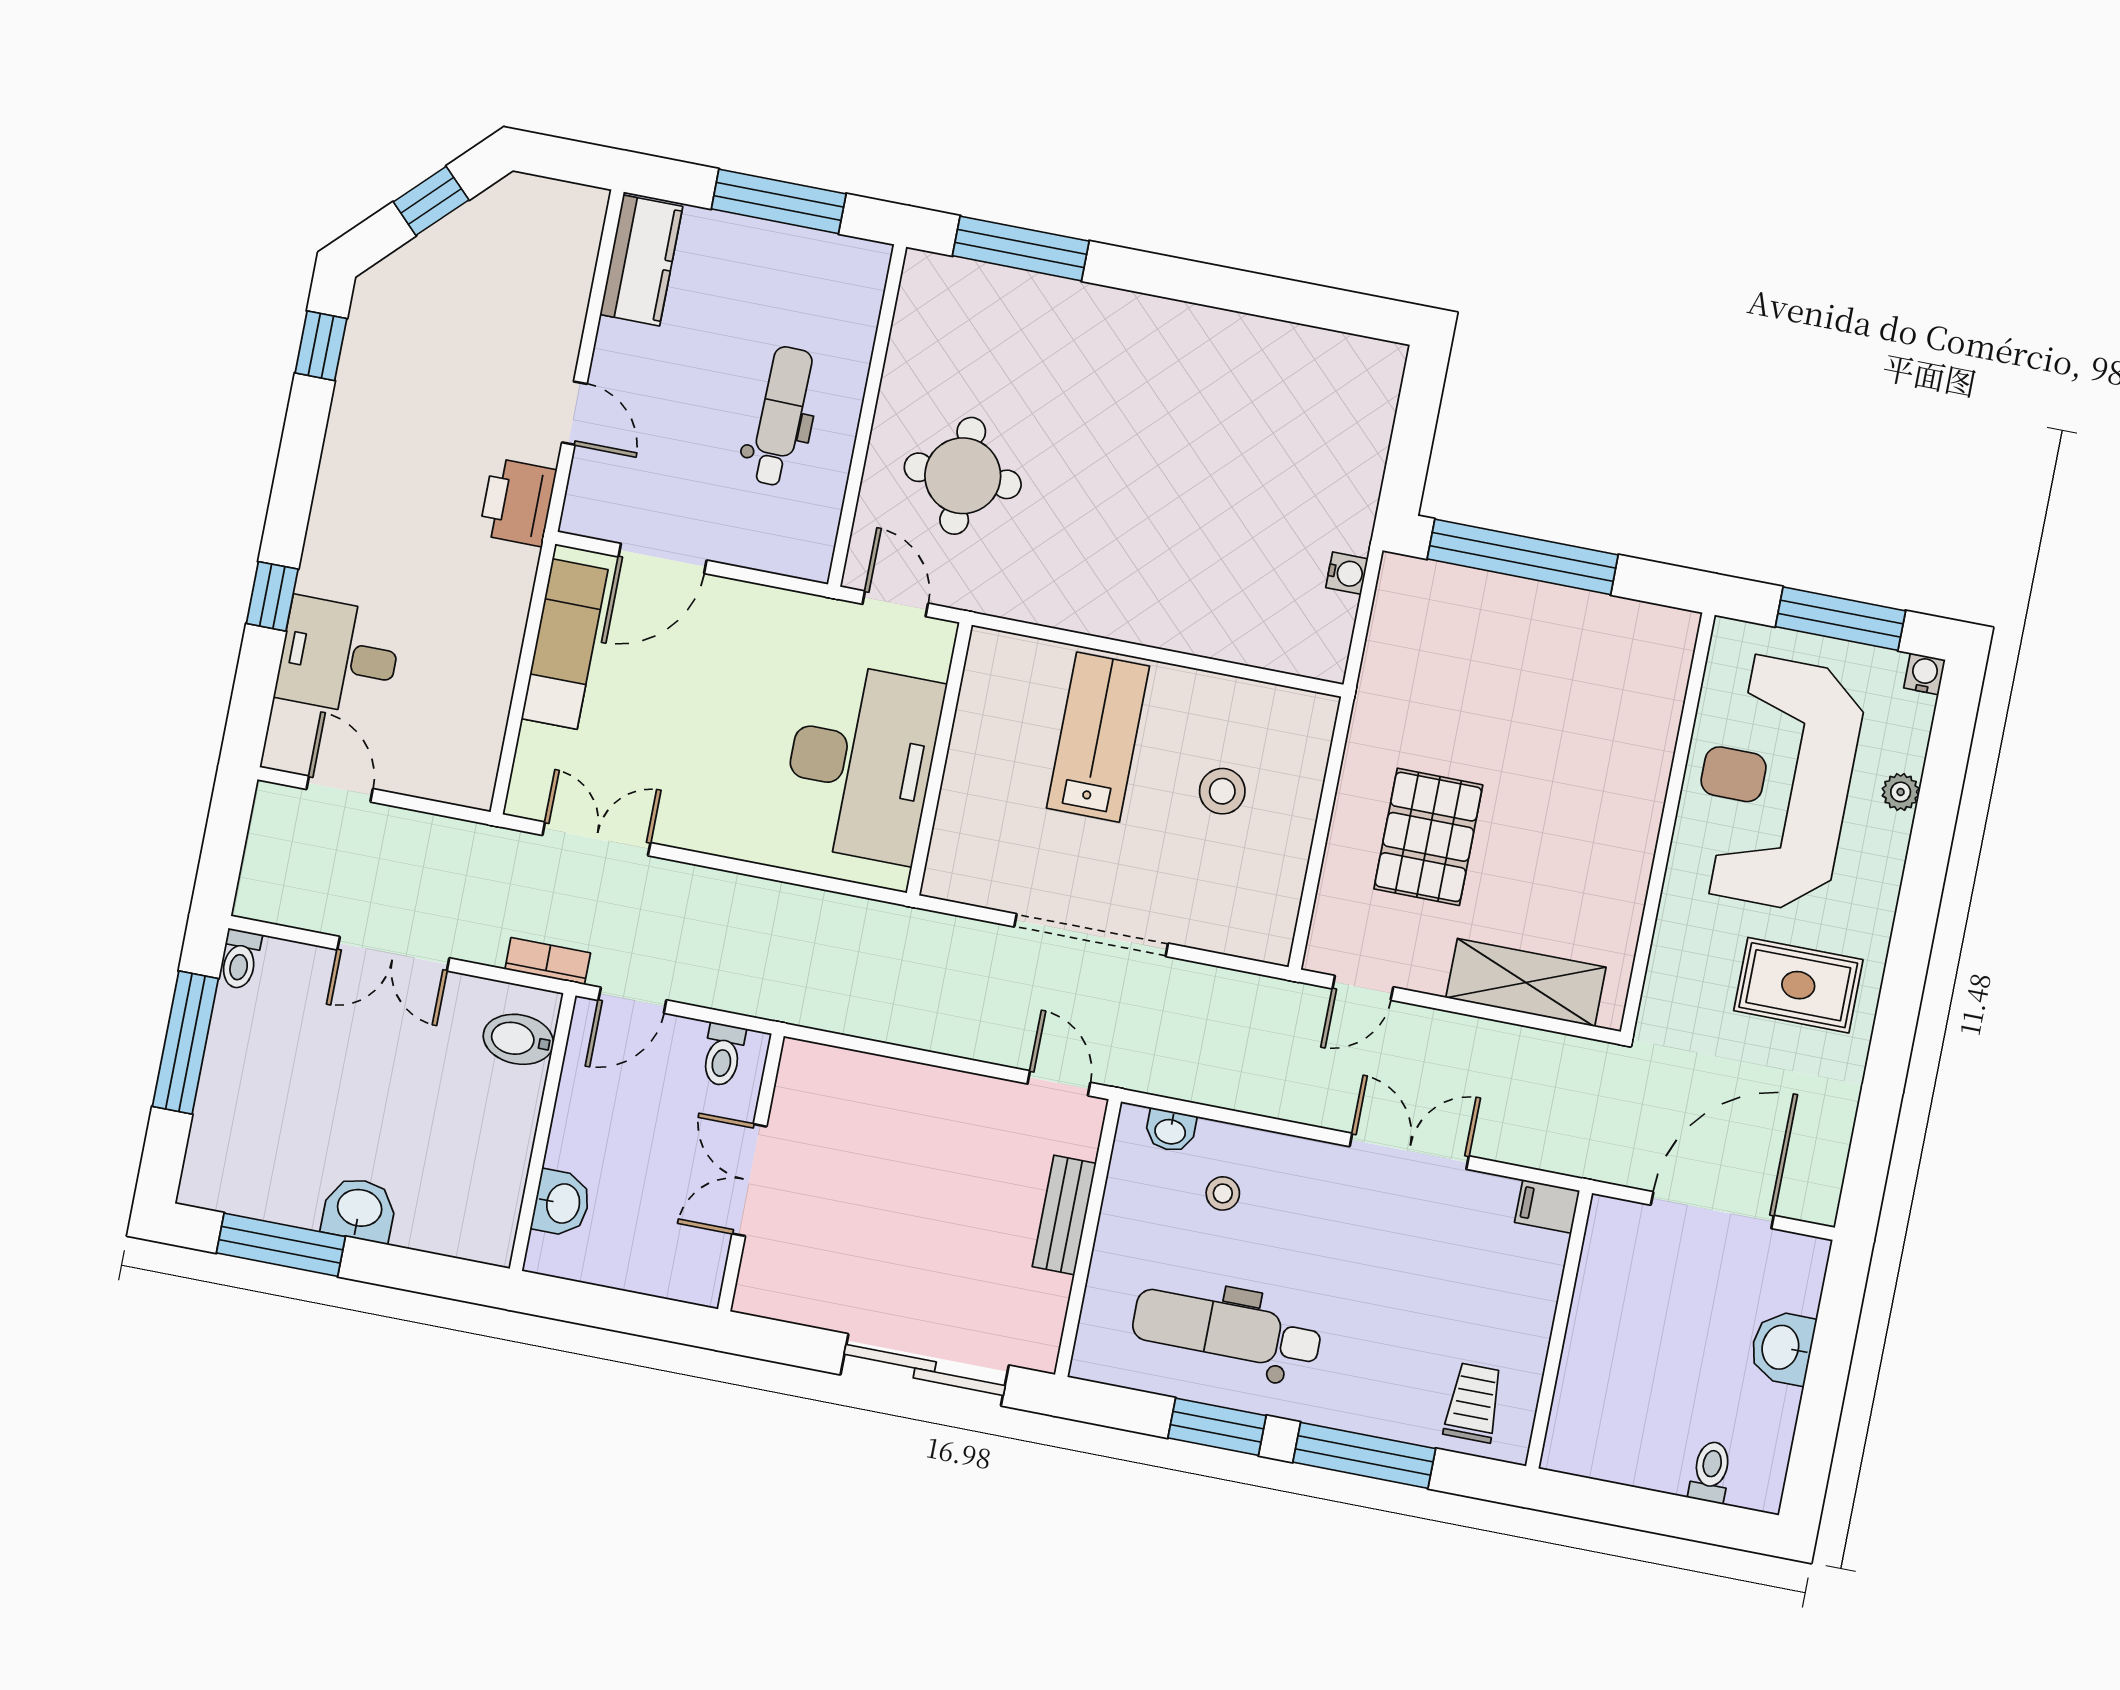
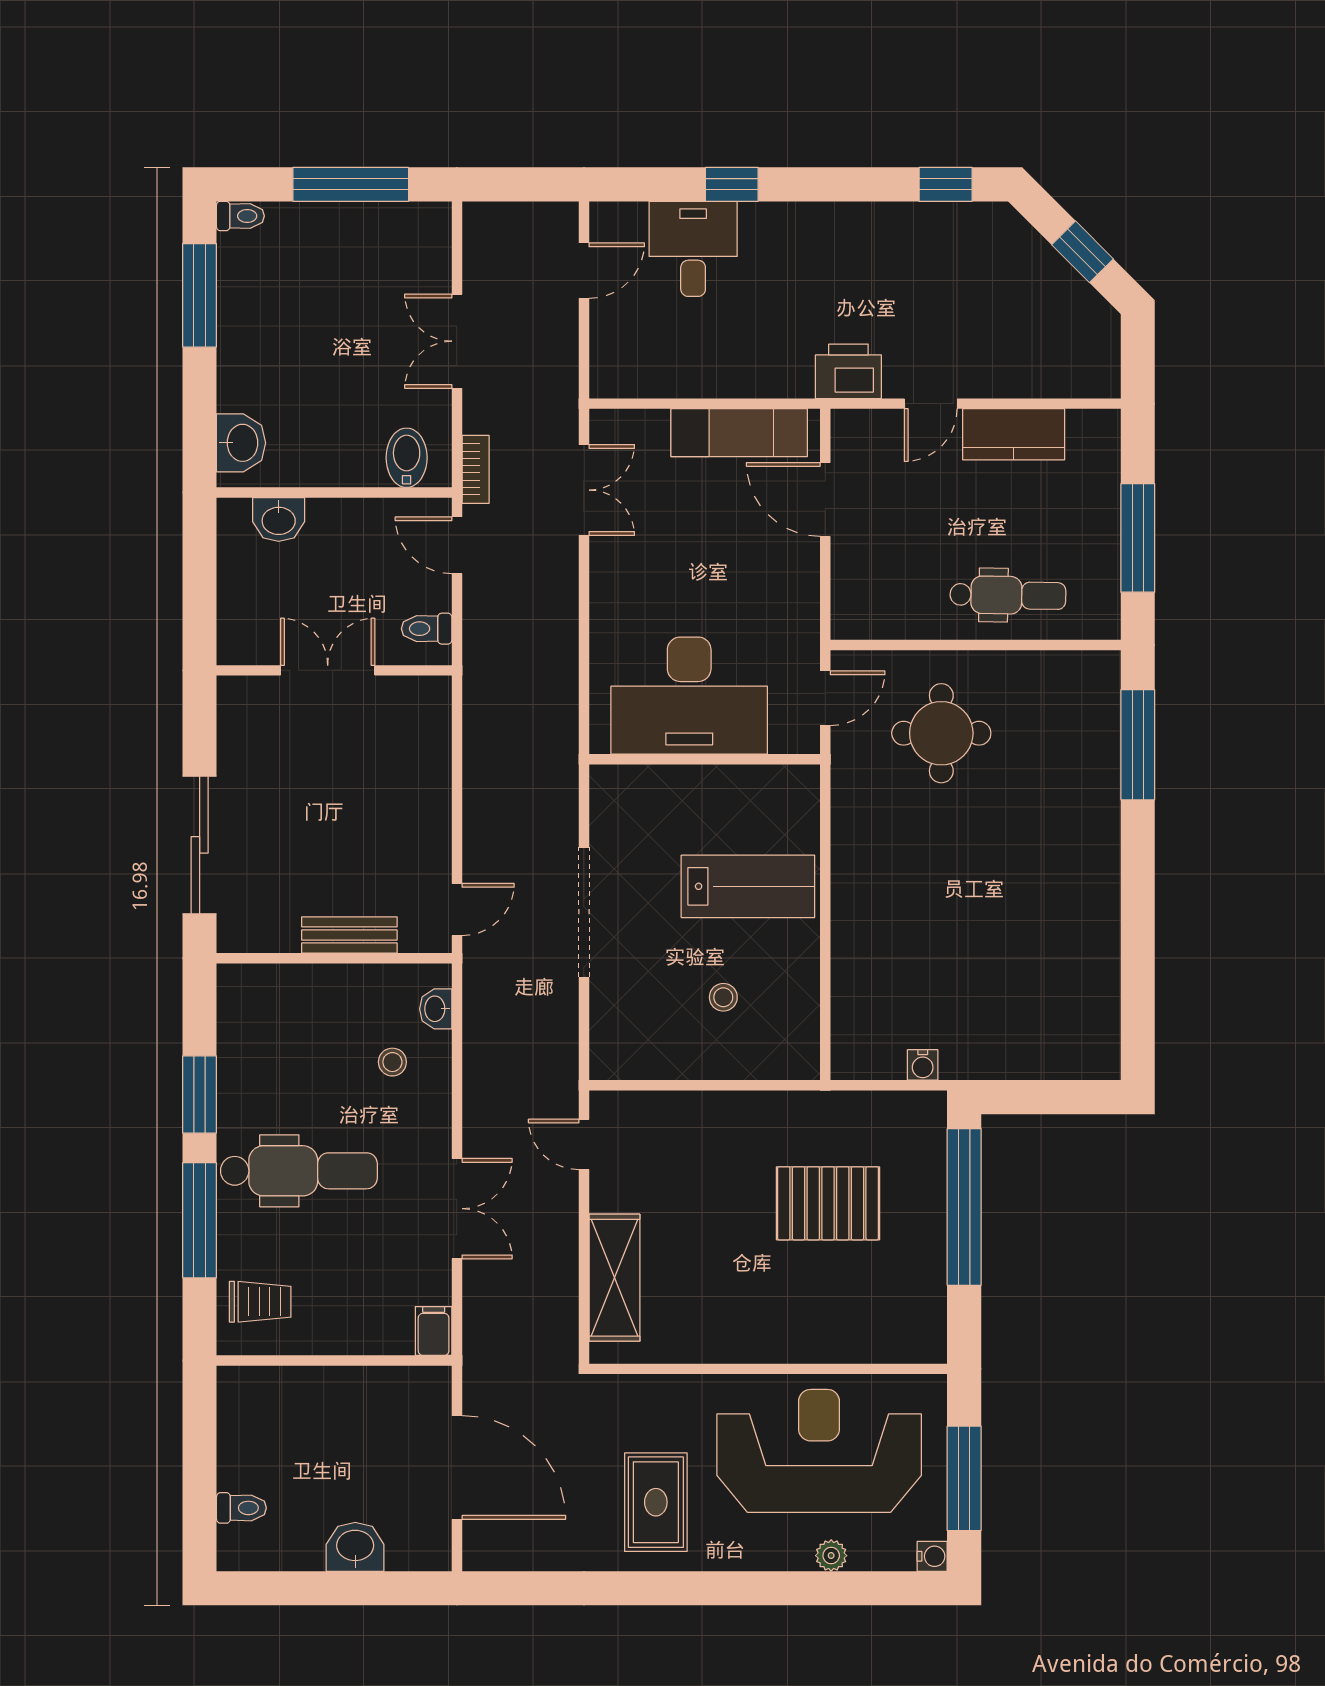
kitchen counter: (641, 260) -> (1014, 434), moved
dental chair: (781, 416) -> (1008, 595), moved
stool: (1222, 791) -> (723, 997), width x0.73, depth x0.73
pallet: (1428, 837) -> (828, 1203), moved
toilet: (240, 959) -> (240, 216), moved, turned 180
washbasin: (359, 1210) -> (241, 443), moved
dental chair: (1227, 1330) -> (299, 1171), moved, turned 90

